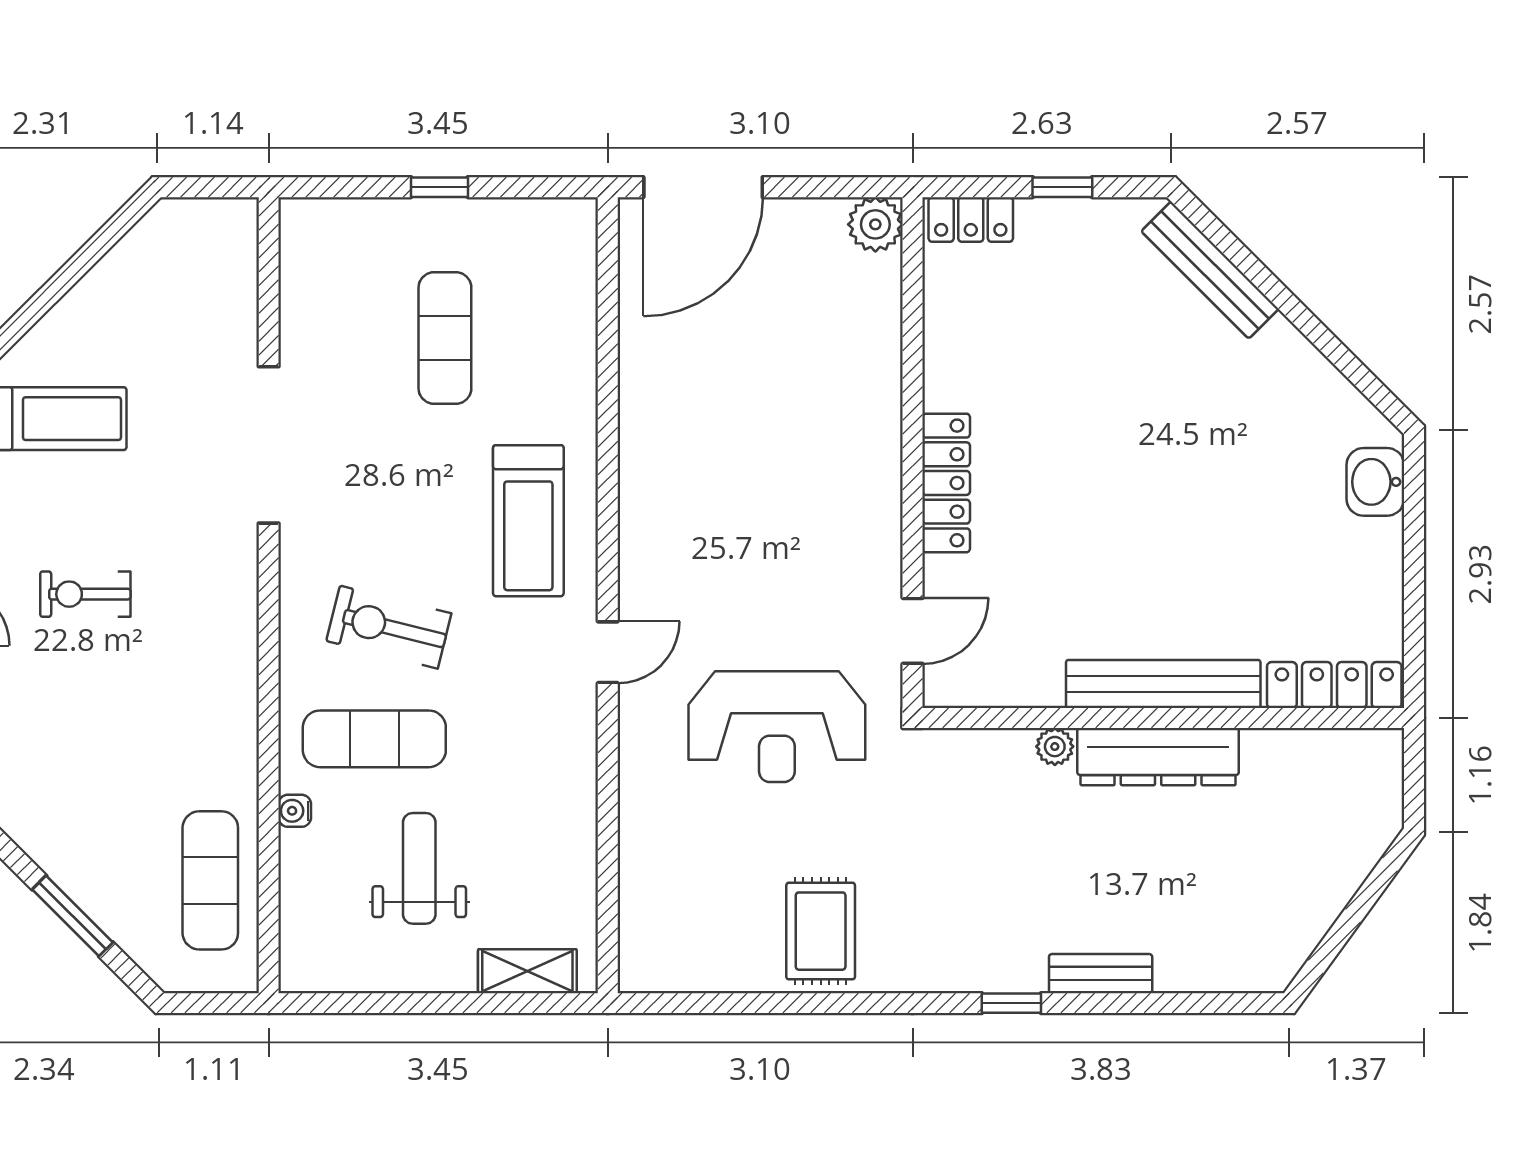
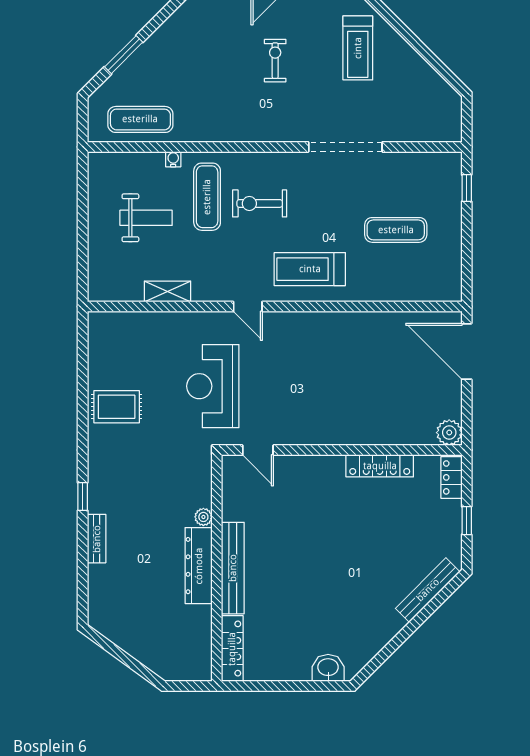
window: (439, 187) -> (467, 188), moved
locker: (946, 483) -> (380, 466), moved
exercise bike: (389, 627) -> (260, 203), turned -104
shelving: (527, 971) -> (167, 292), moved, turned 90

